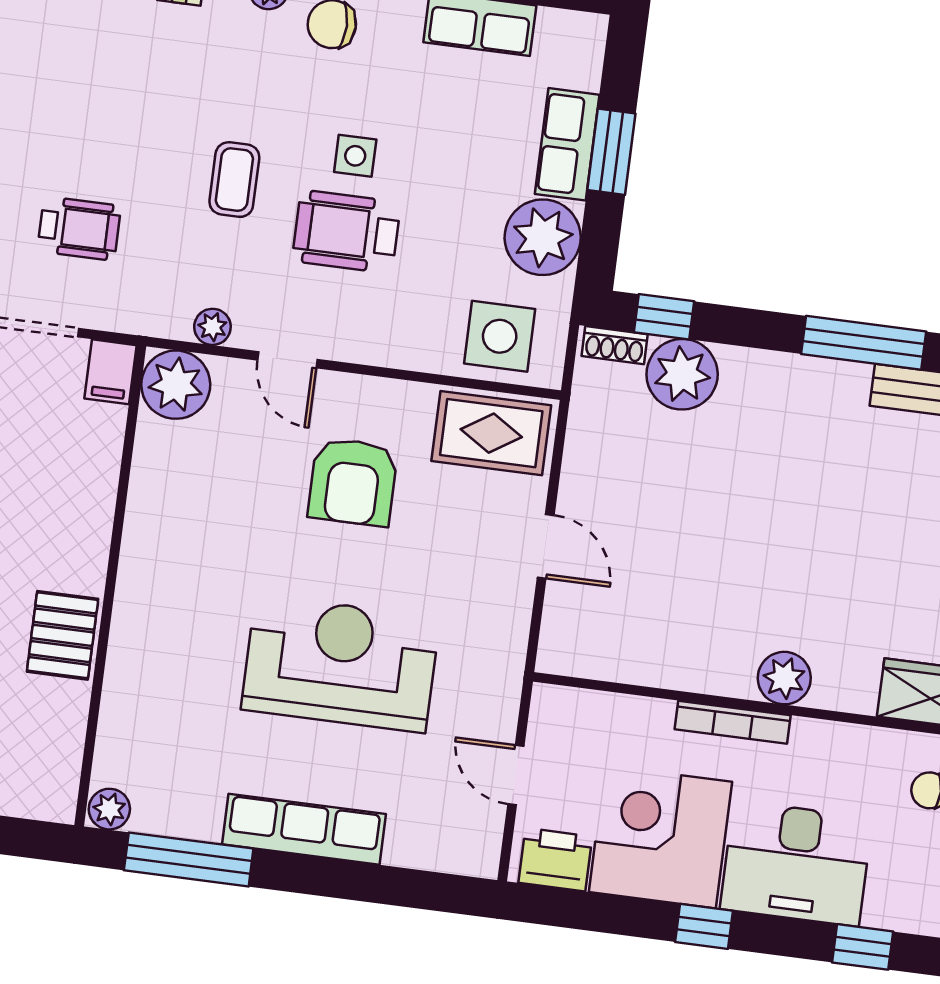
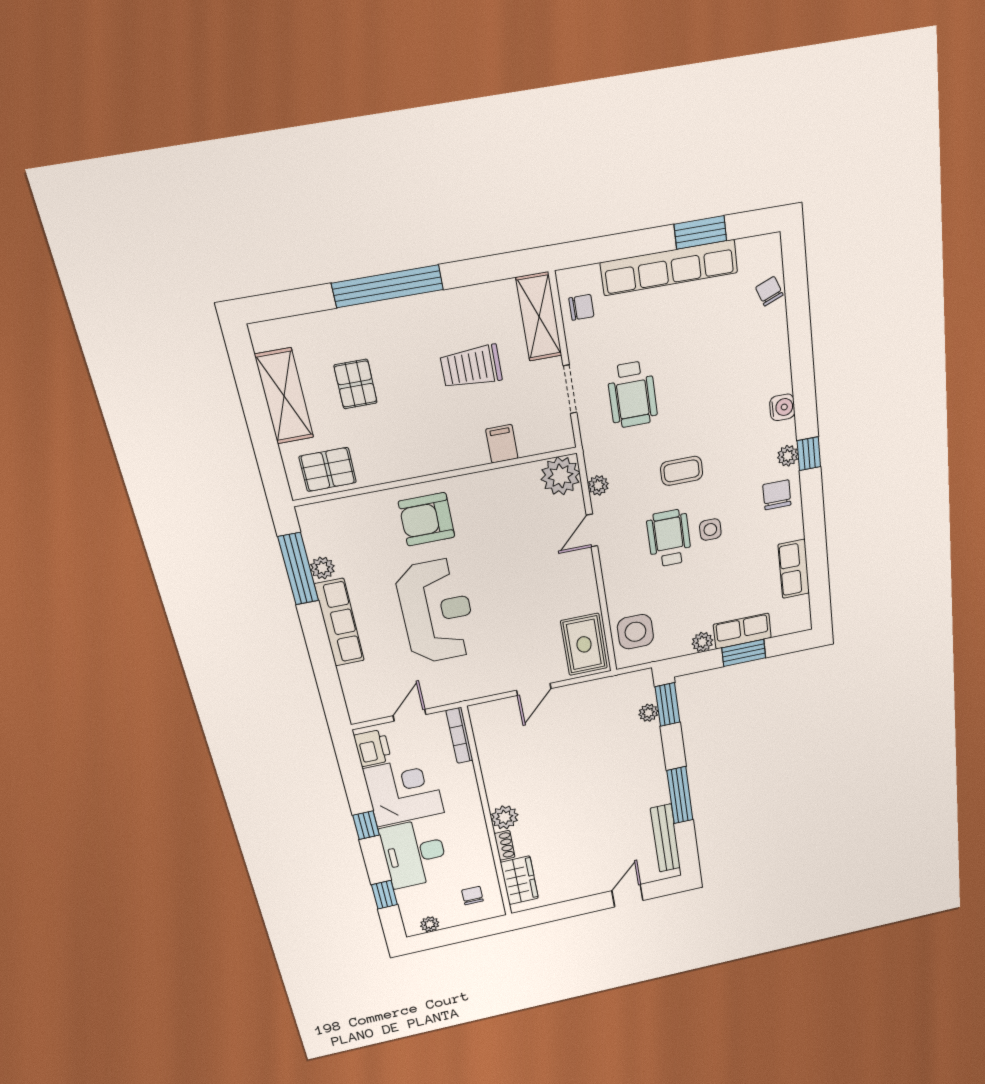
wheelchair: (79, 228) -> (632, 394), width x1.36, depth x1.37
plant: (543, 237) -> (702, 642), width x0.53, depth x0.53
window: (664, 317) -> (667, 704), width x1.50
shoe rack: (615, 345) -> (505, 845), moved, turned 180
filing cabinet: (111, 372) -> (502, 444), moved, turned 90
plant: (682, 374) -> (648, 713), width x0.53, depth x0.53
armchair: (353, 482) -> (427, 519), moved
pallet: (63, 635) -> (328, 469), moved
bookcase: (733, 722) -> (459, 735), moved
plant: (109, 809) -> (322, 568), moved

